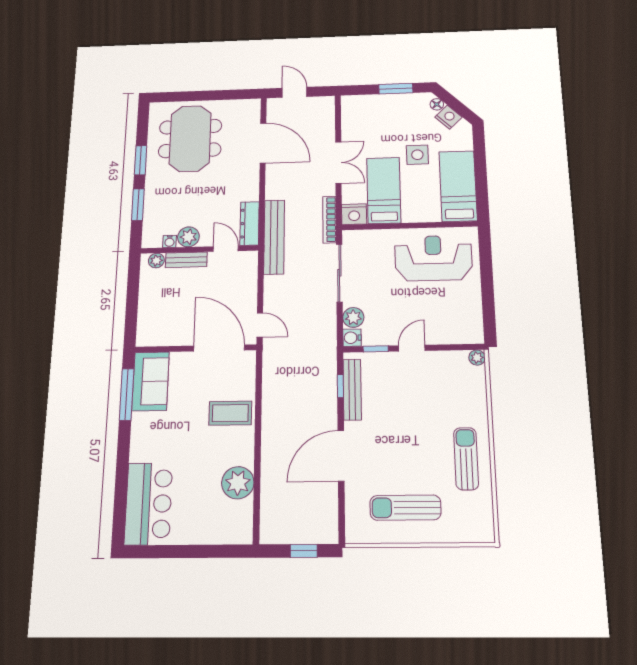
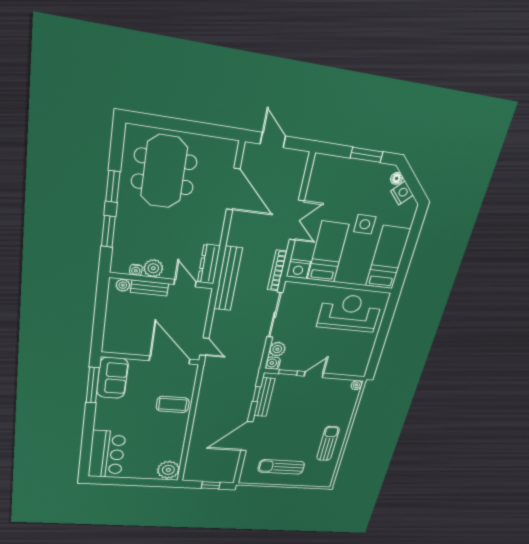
plant: (238, 483) -> (168, 470), moved

